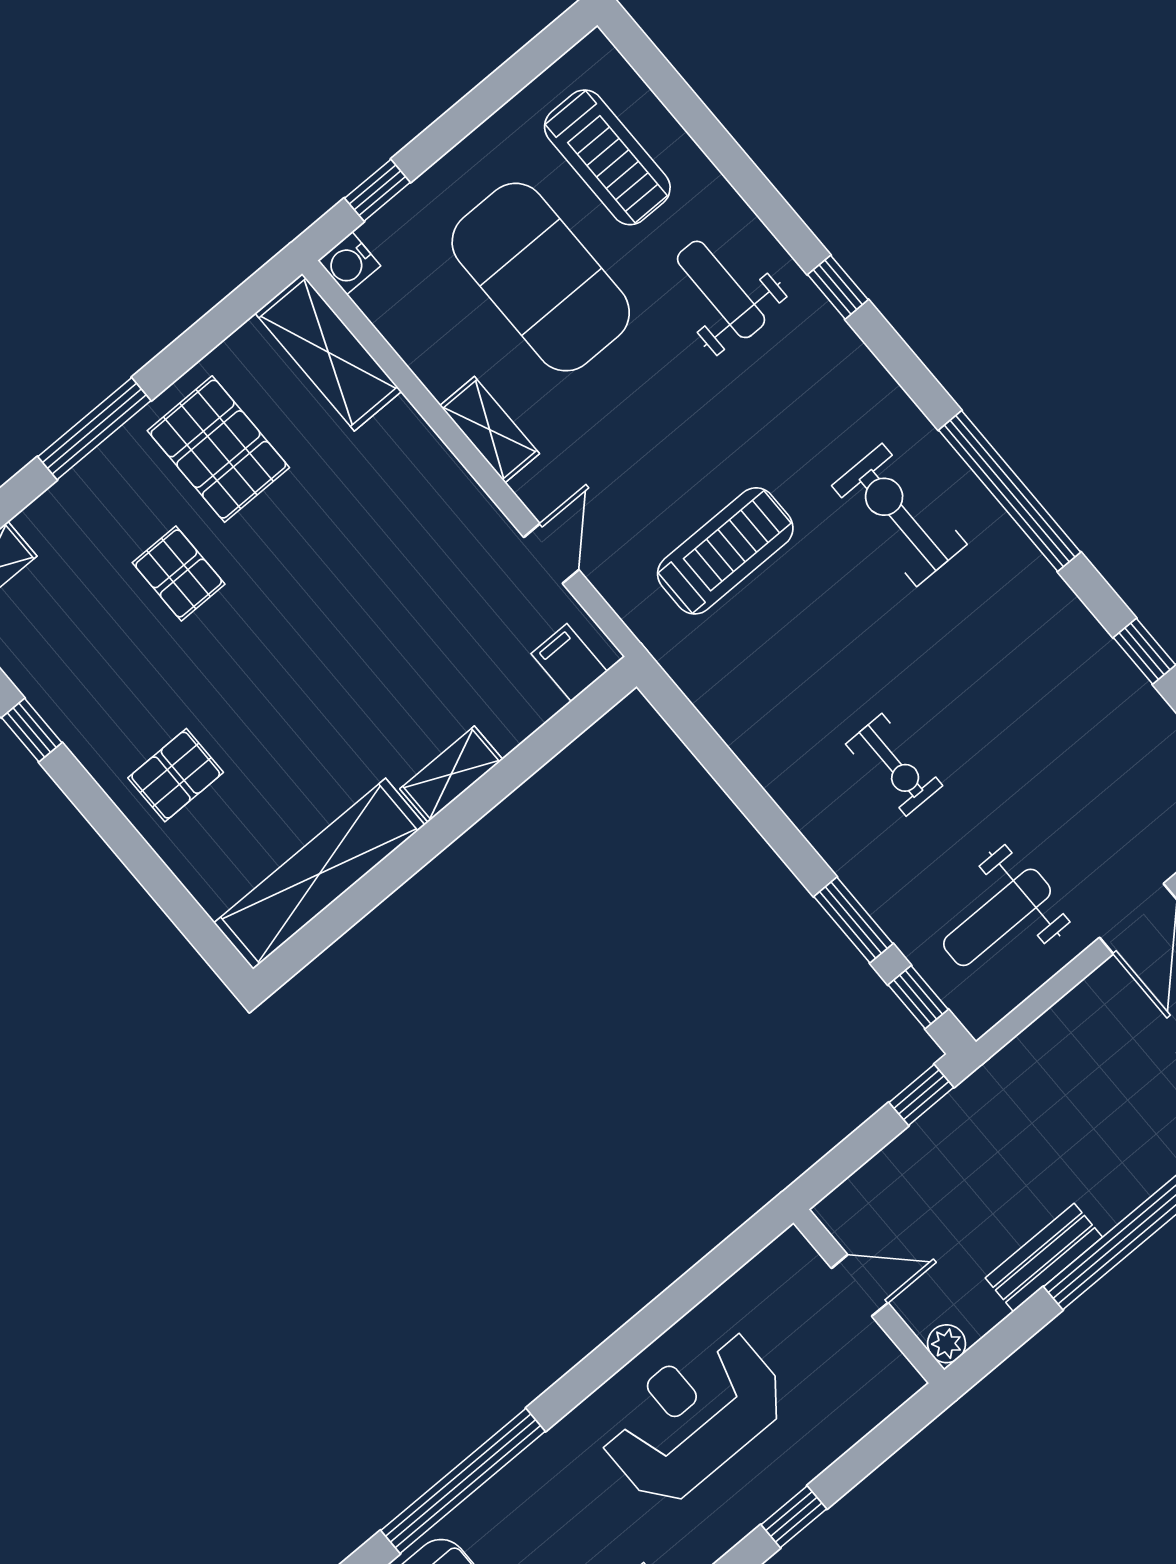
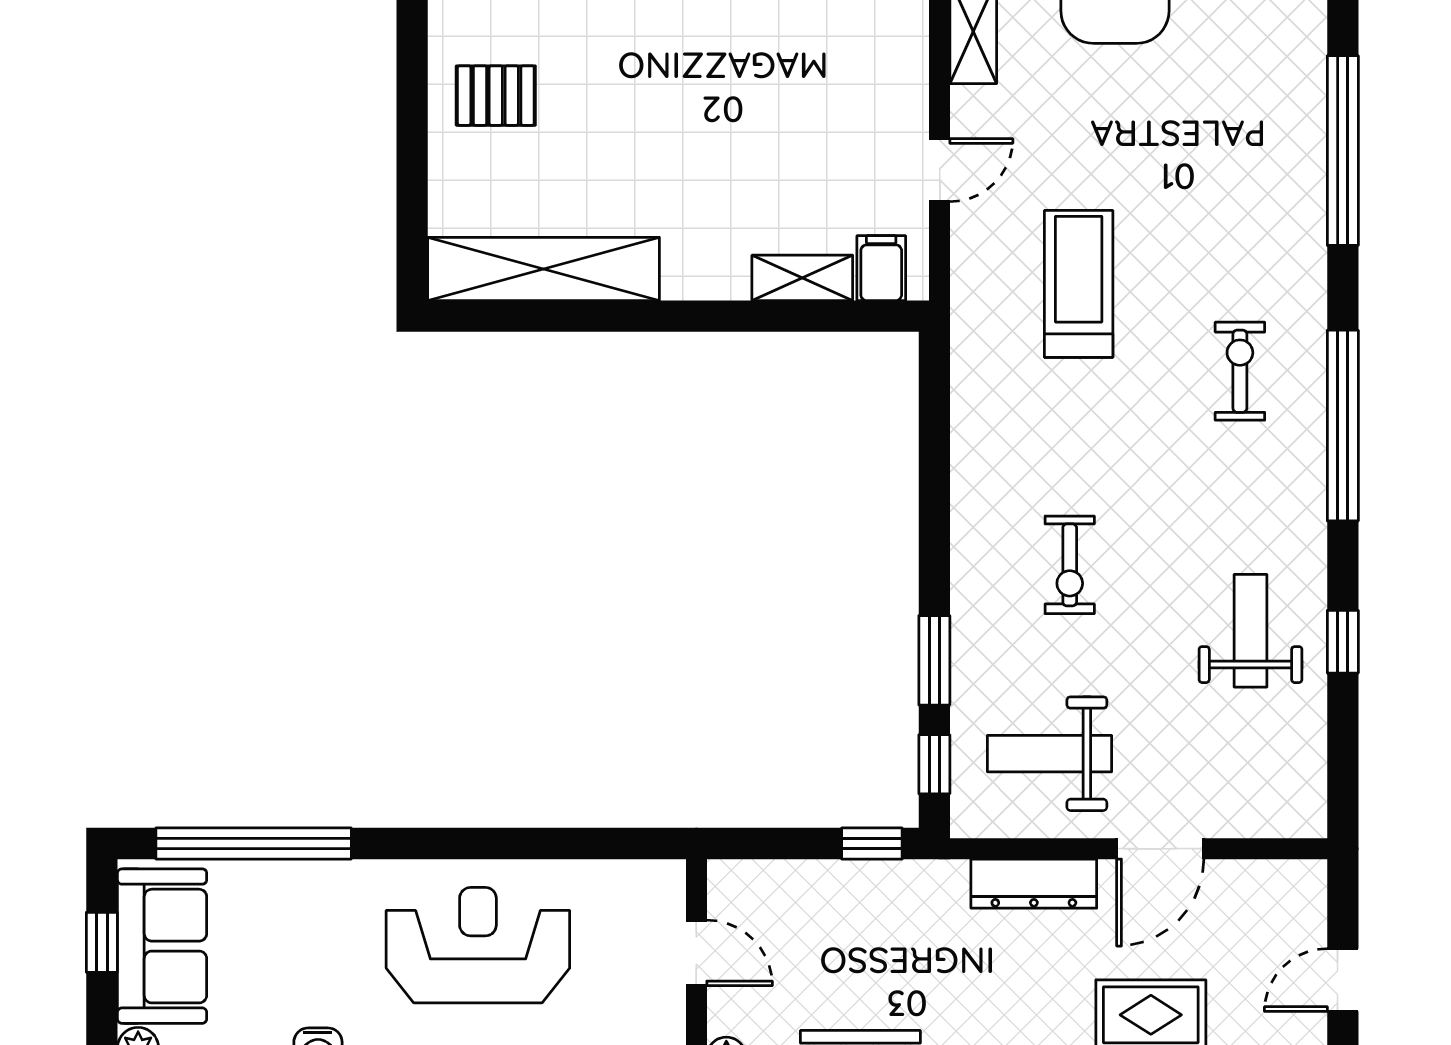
window: (838, 287) -> (1343, 151), width x3.17
weight bench: (721, 289) -> (1250, 631), moved
exercise bike: (899, 515) -> (1240, 371), width x0.73, depth x0.72
treadmill: (725, 551) -> (1079, 284), turned -90
shelving: (451, 774) -> (802, 278), moved
dresser: (1066, 1023) -> (1034, 884), added

